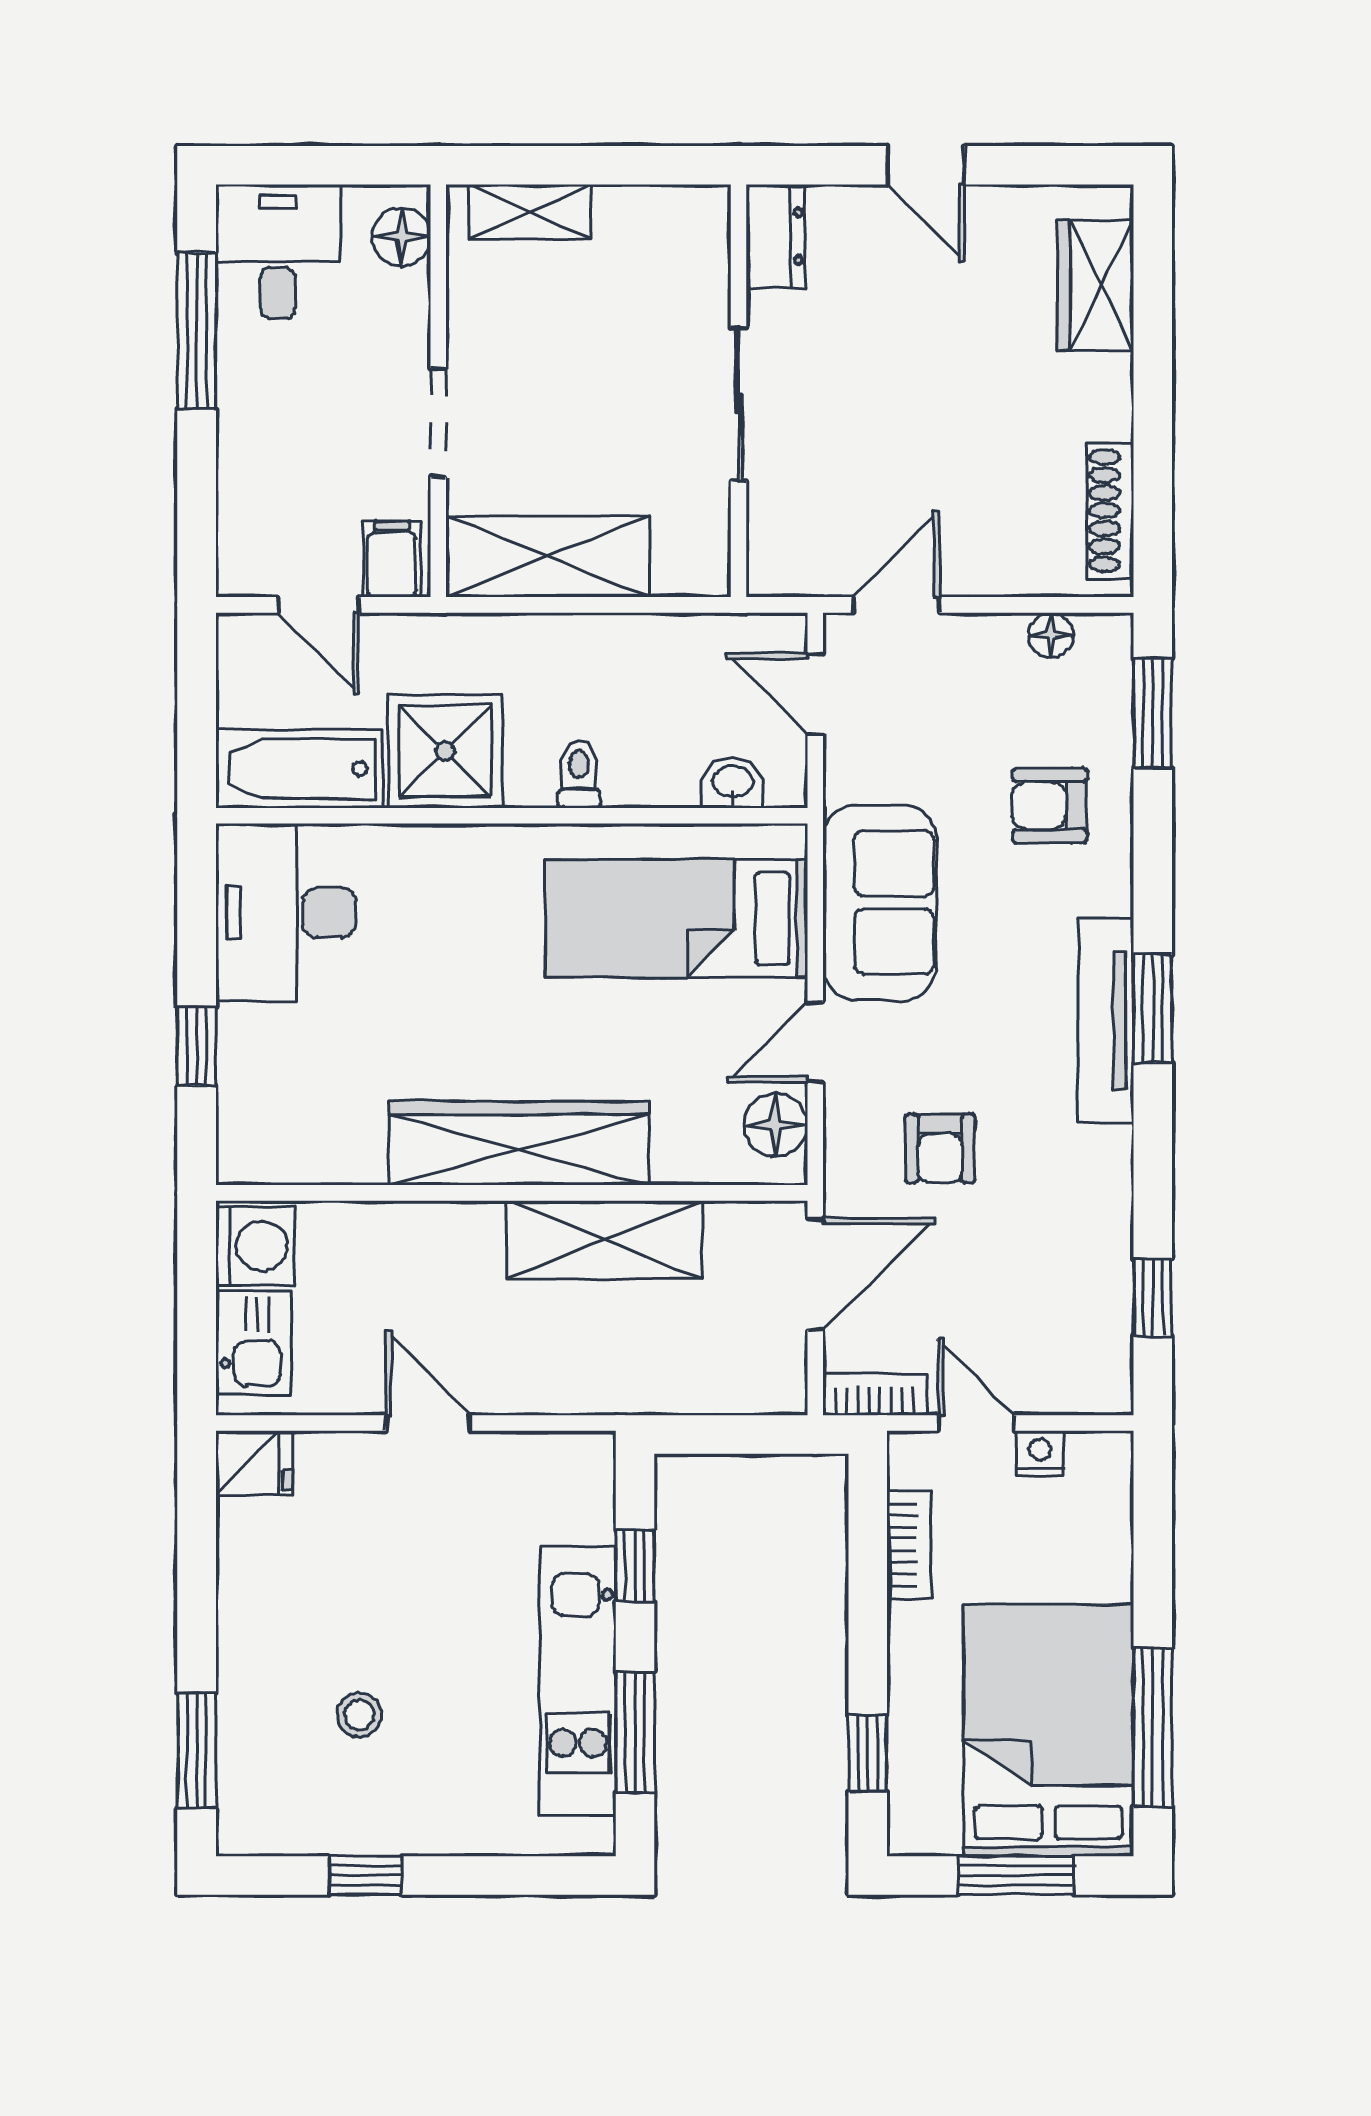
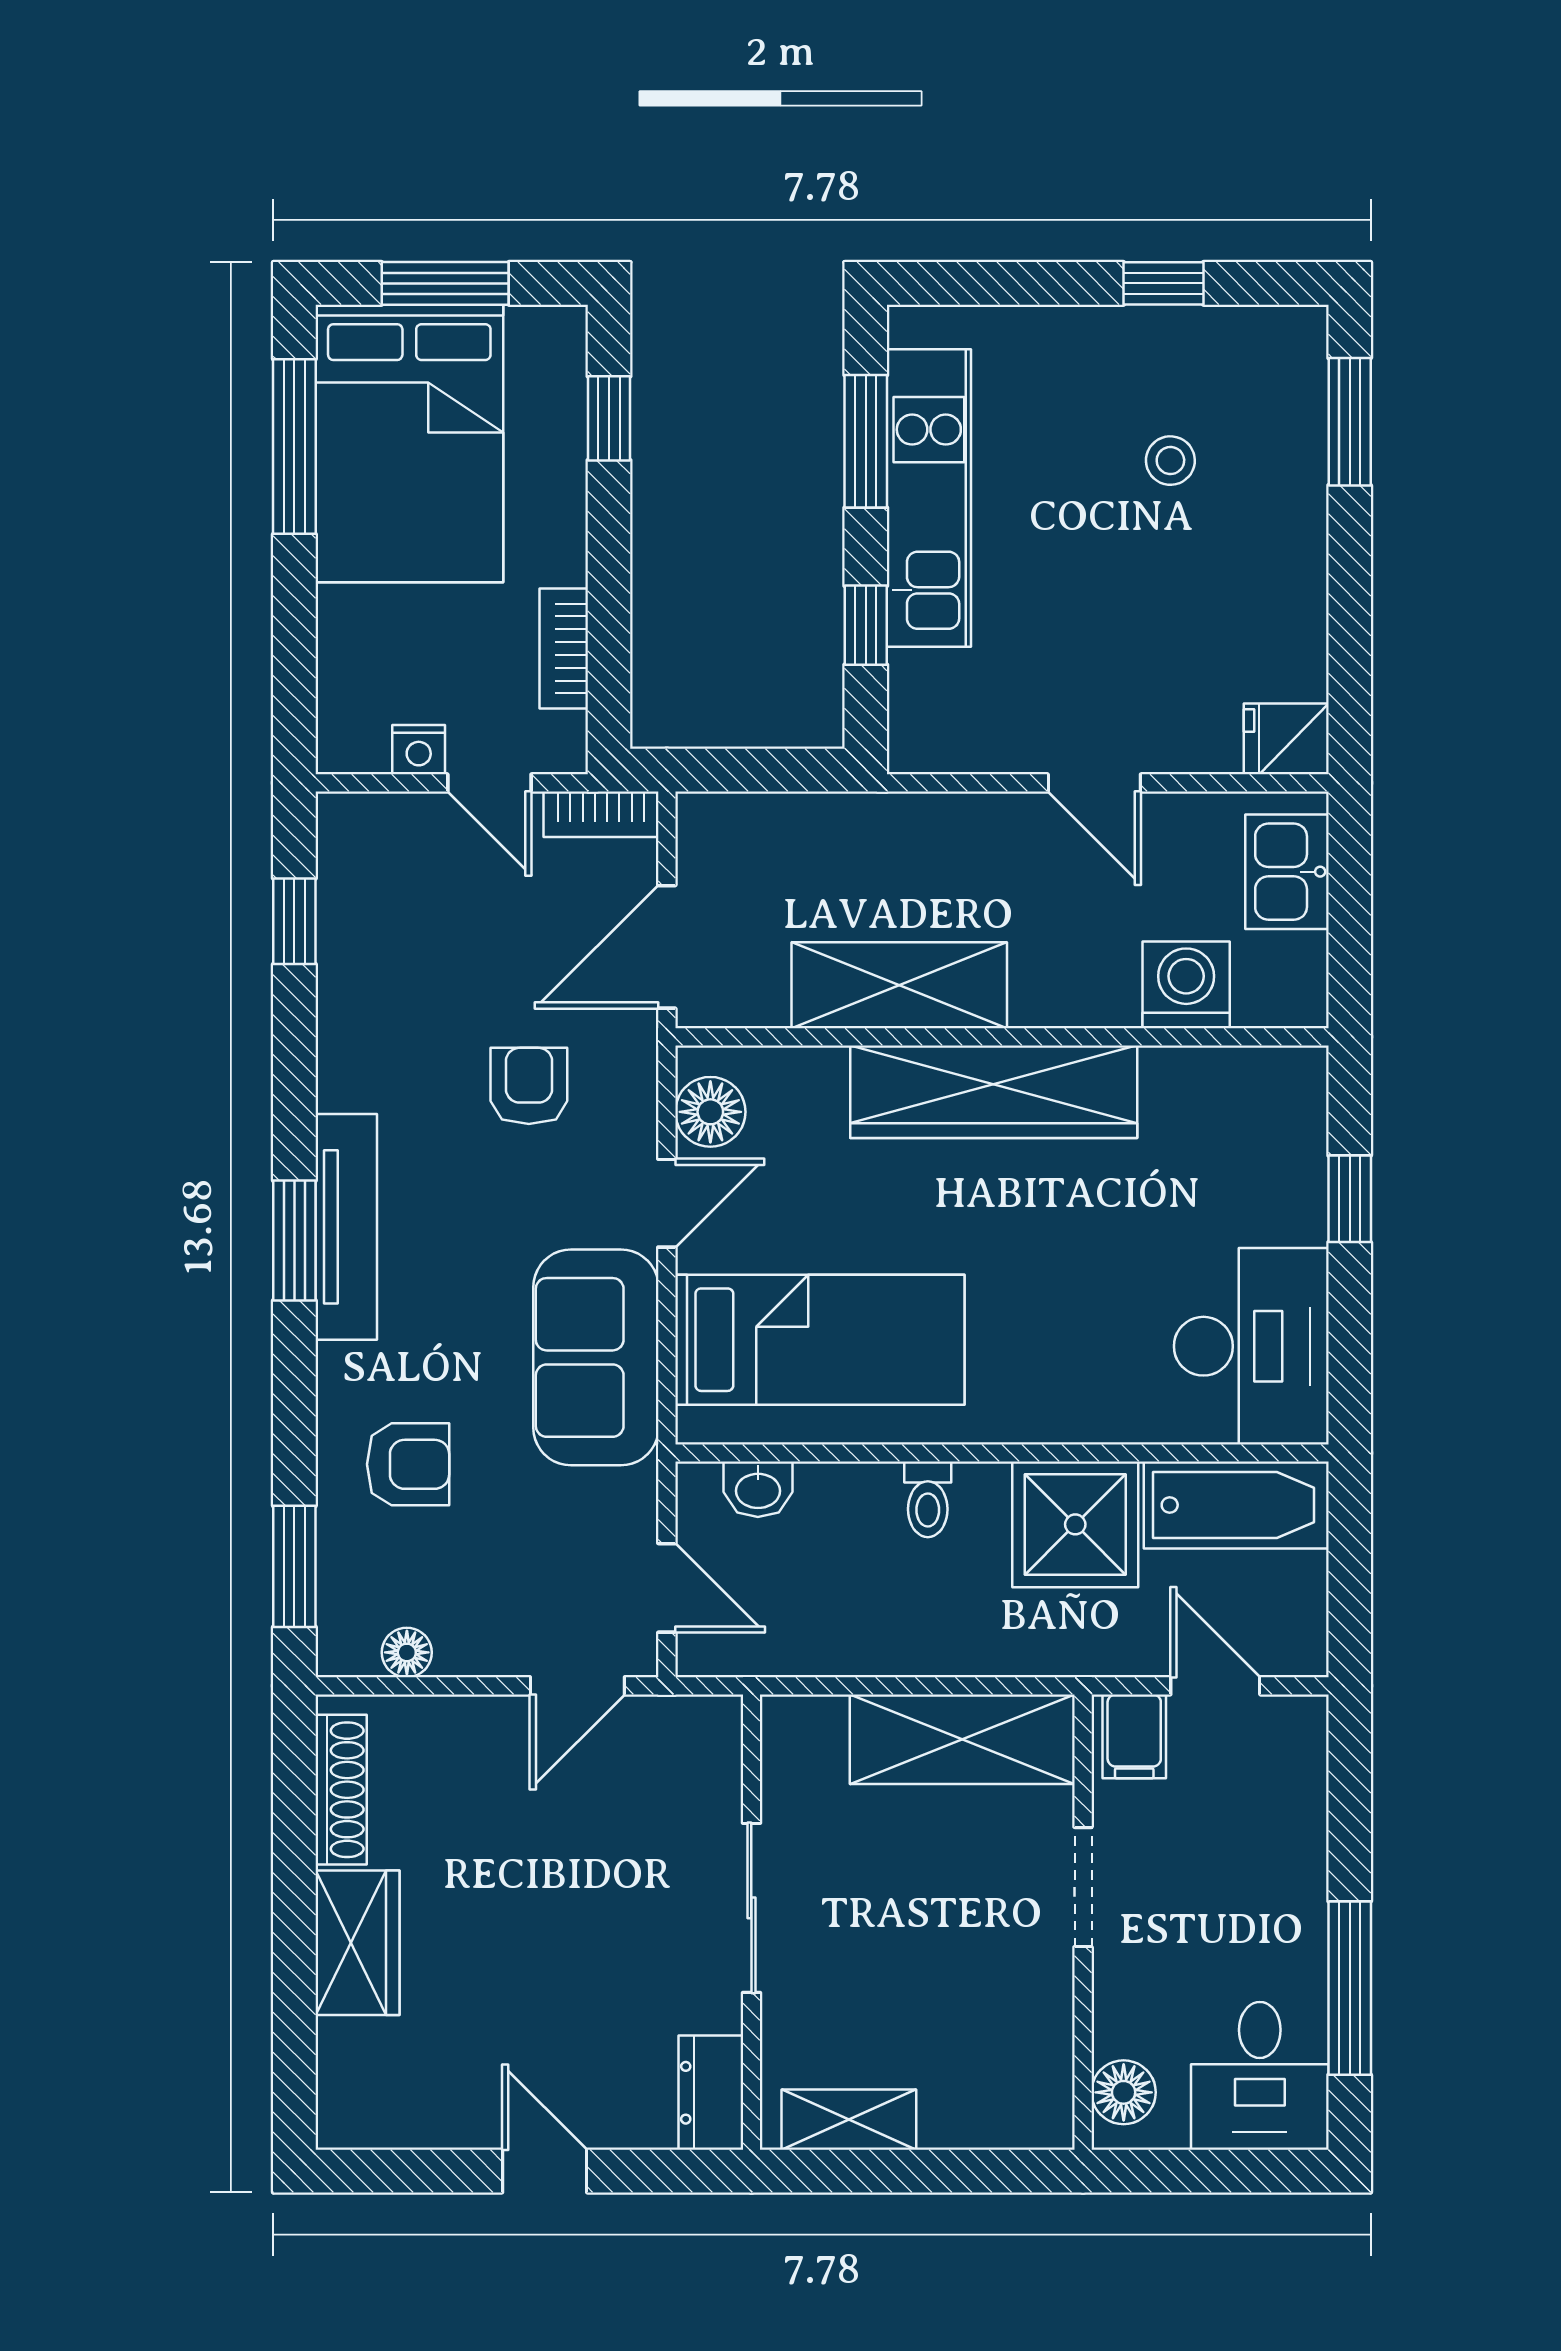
shelving: (530, 212) -> (849, 2120), moved
wardrobe: (1096, 285) -> (357, 1943), moved
washing machine: (255, 1246) -> (1186, 985), moved, turned 90

